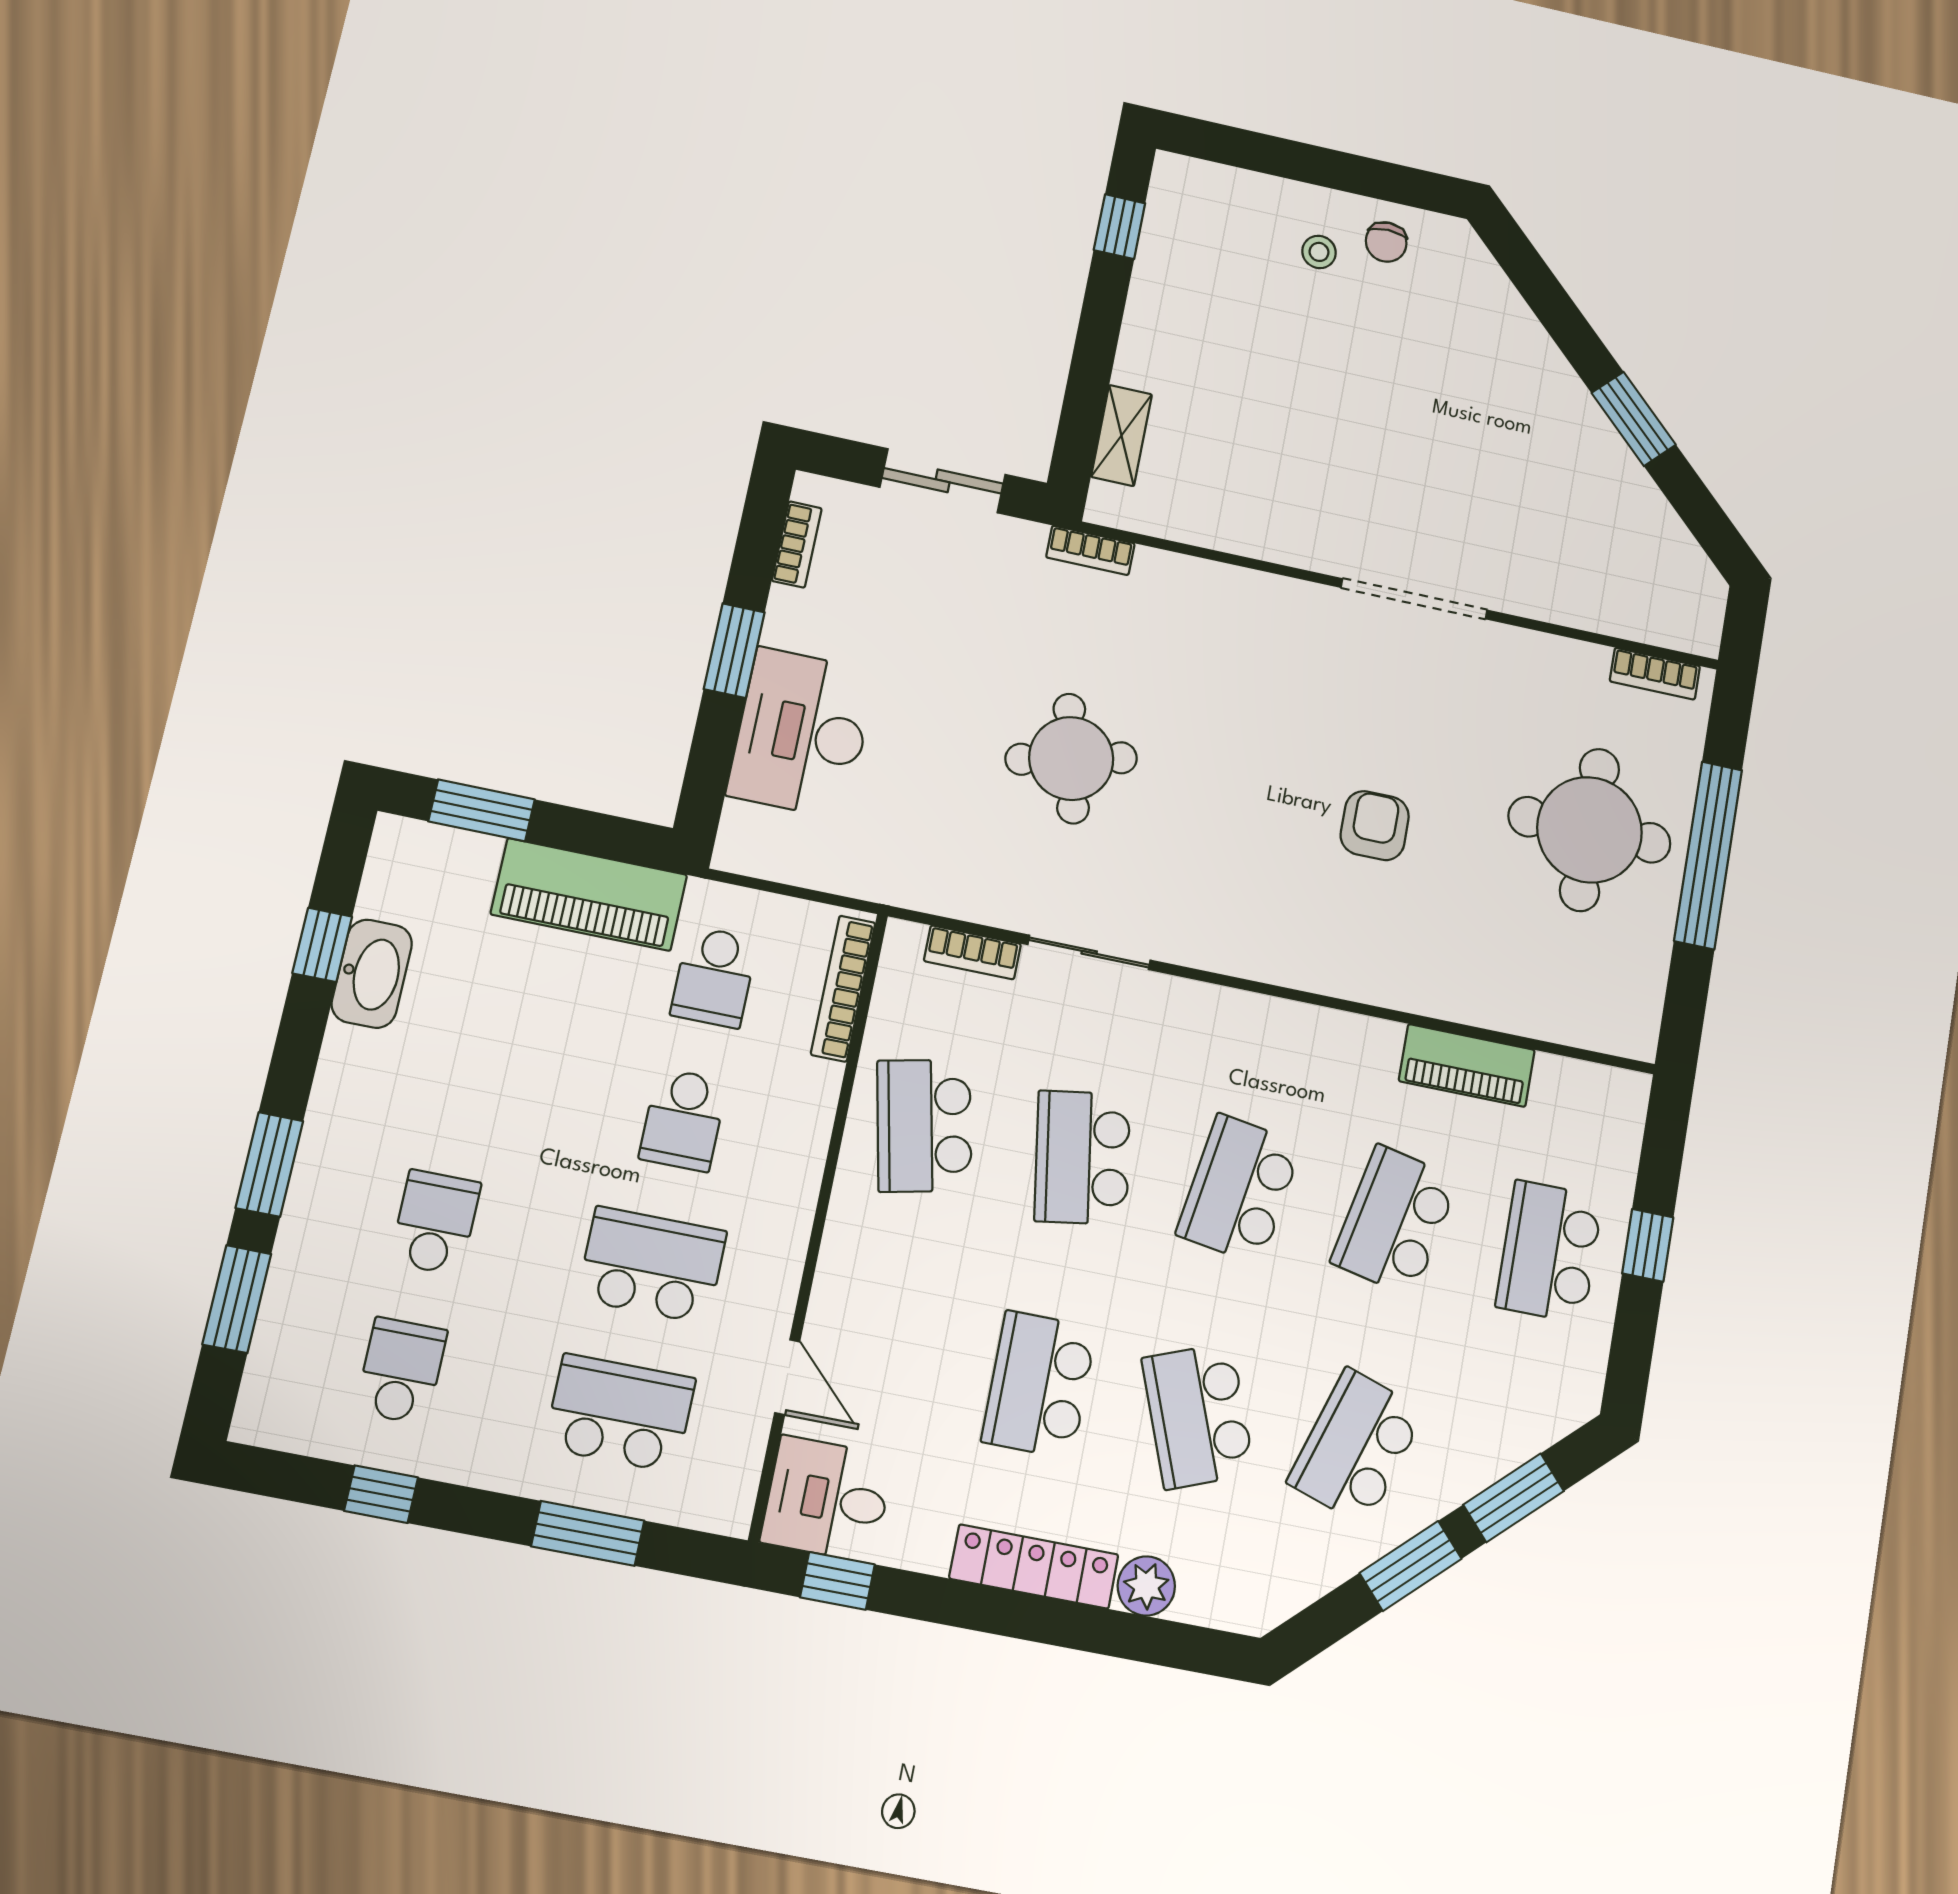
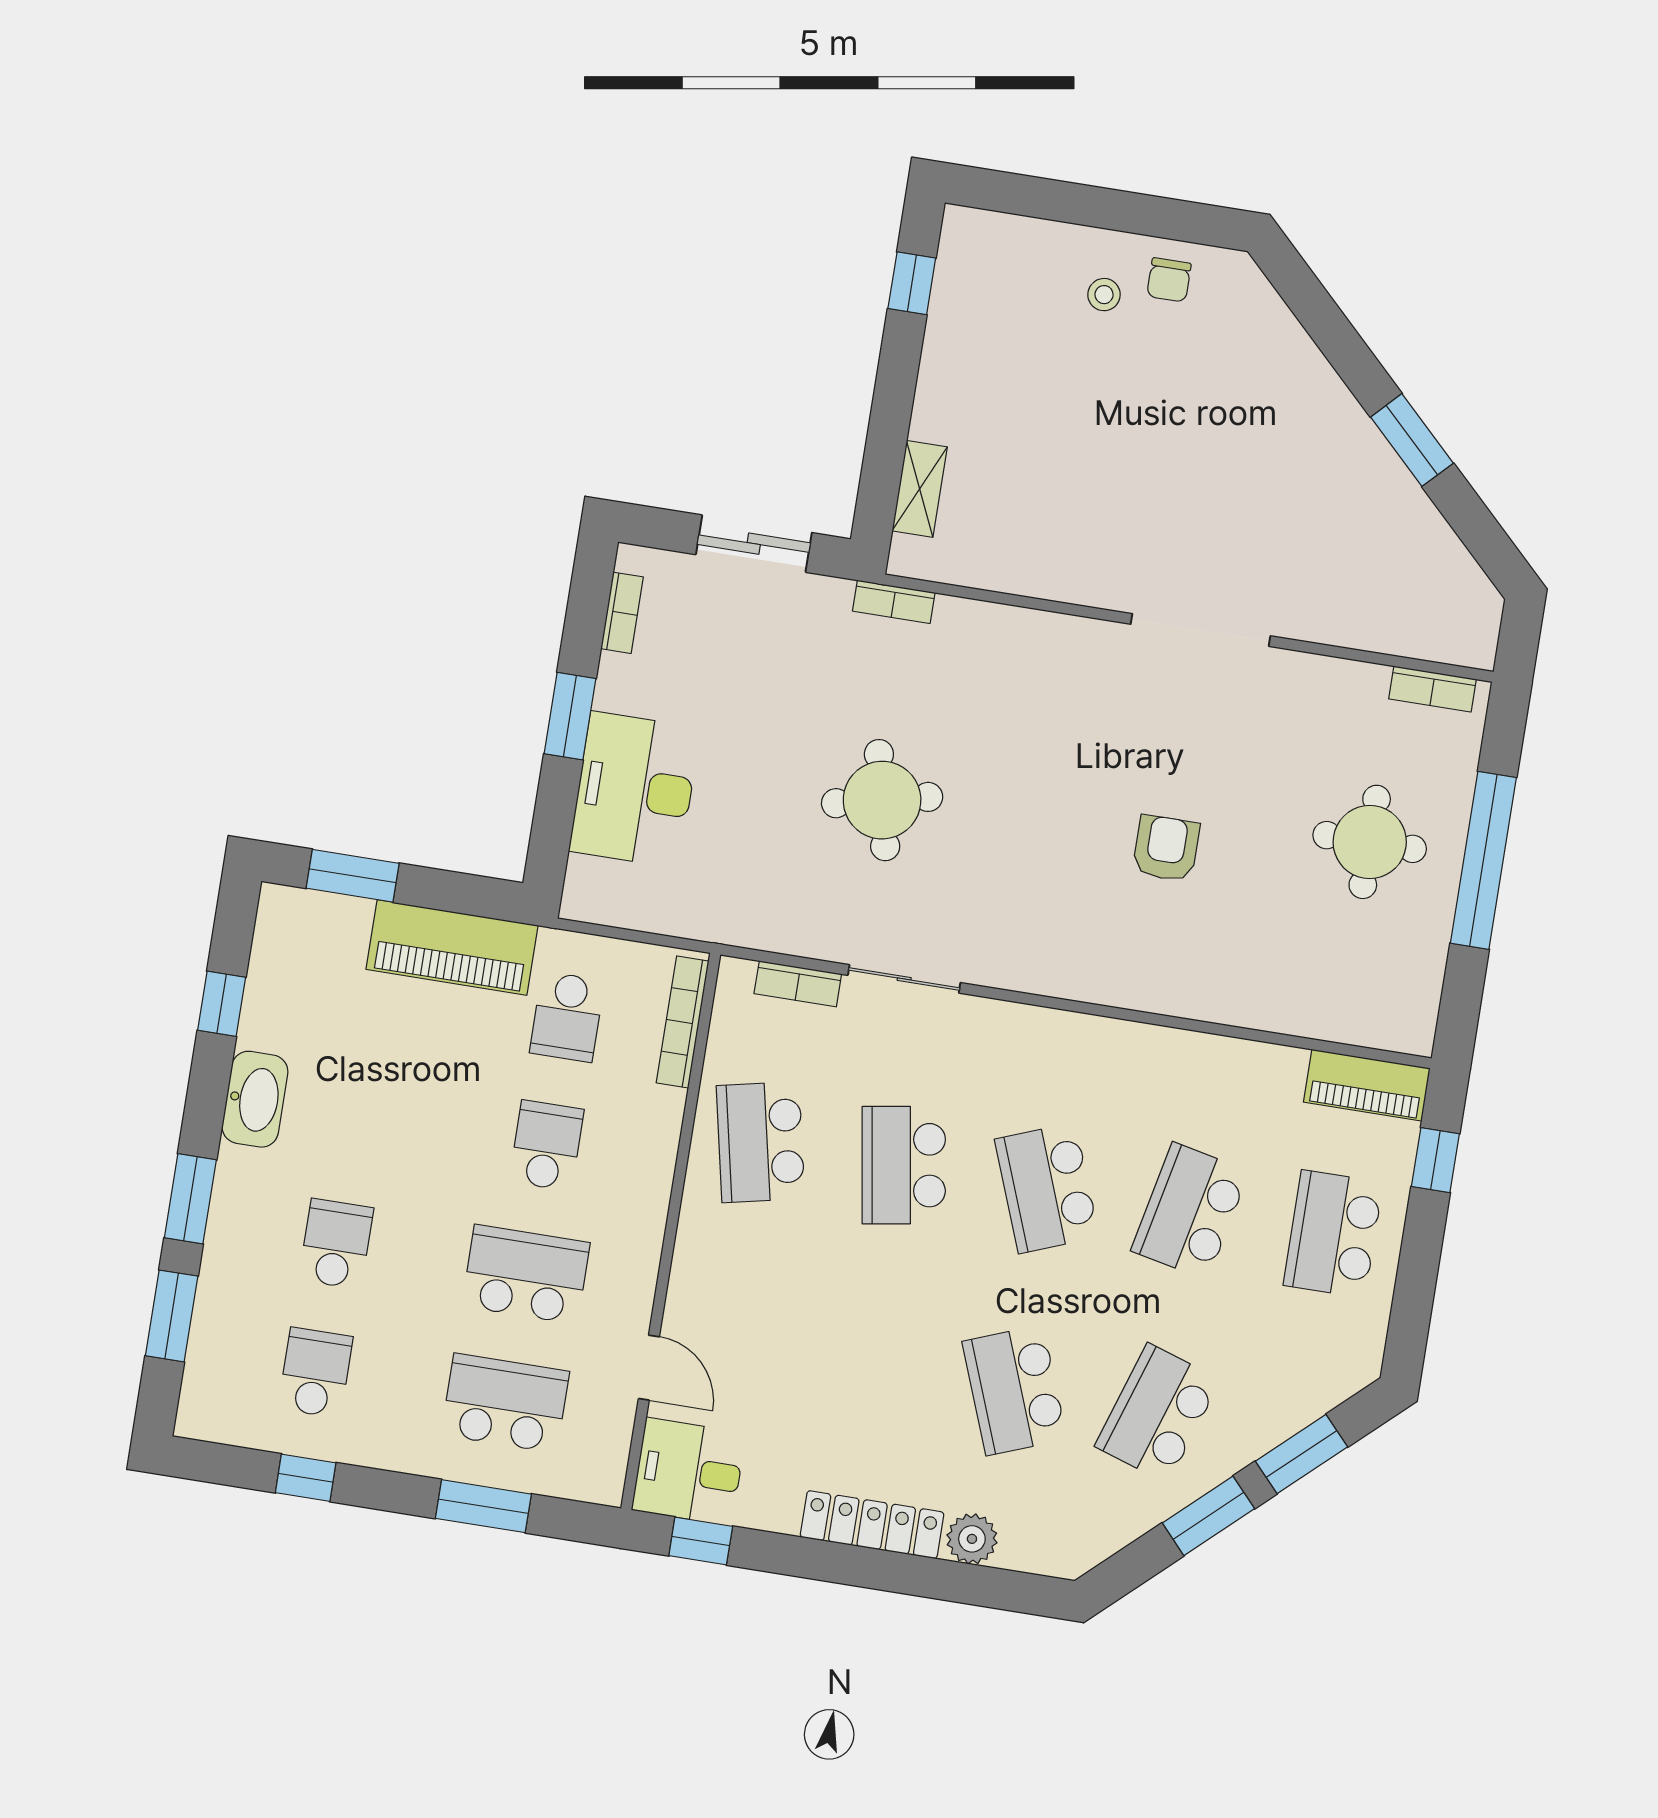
round table: (1589, 830) -> (1370, 842), width x0.73, depth x0.73
washbasin: (372, 974) -> (255, 1099), moved
piano: (1467, 1065) -> (1367, 1085), moved
school desk: (683, 1120) -> (546, 1146), turned 180
school desk: (1239, 1189) -> (1047, 1188), turned -30
window: (1648, 1245) -> (1435, 1160), moved
school desk: (1039, 1385) -> (871, 1367), removed

